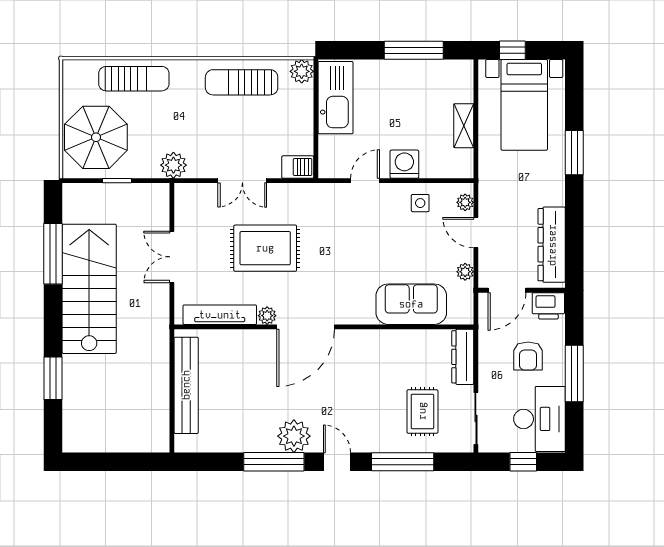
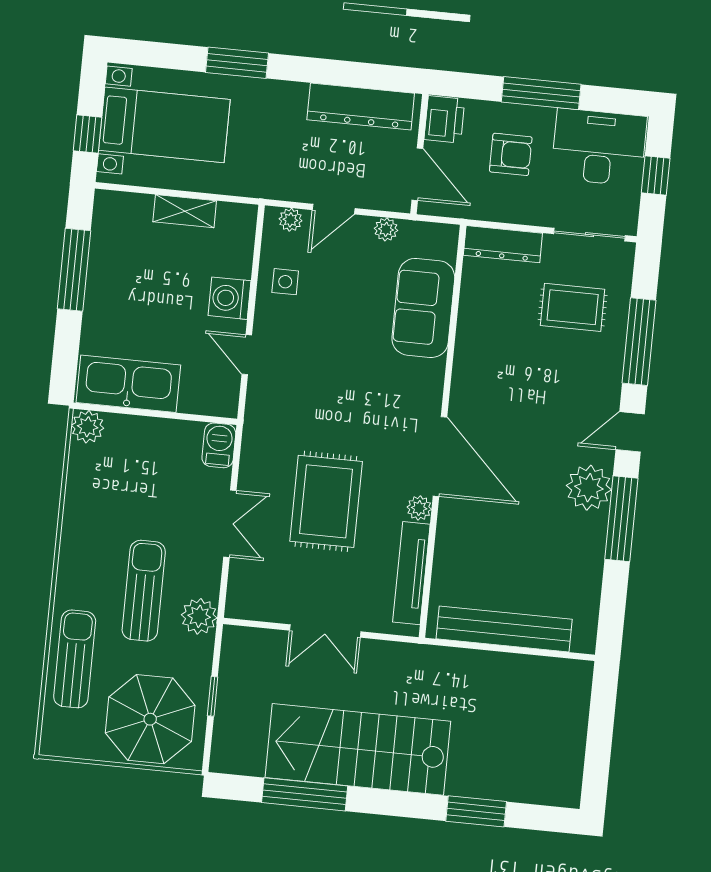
sun lounger: (242, 82) -> (144, 591), moved, turned 180

